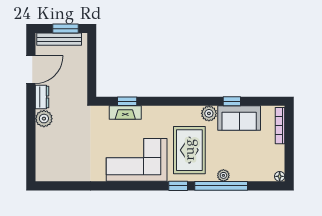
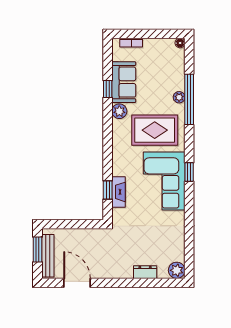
dresser: (42, 97) -> (145, 272), moved
plant: (44, 119) -> (177, 270), moved
bookcase: (280, 126) -> (131, 43), width x0.64
window: (178, 186) -> (189, 172), moved

